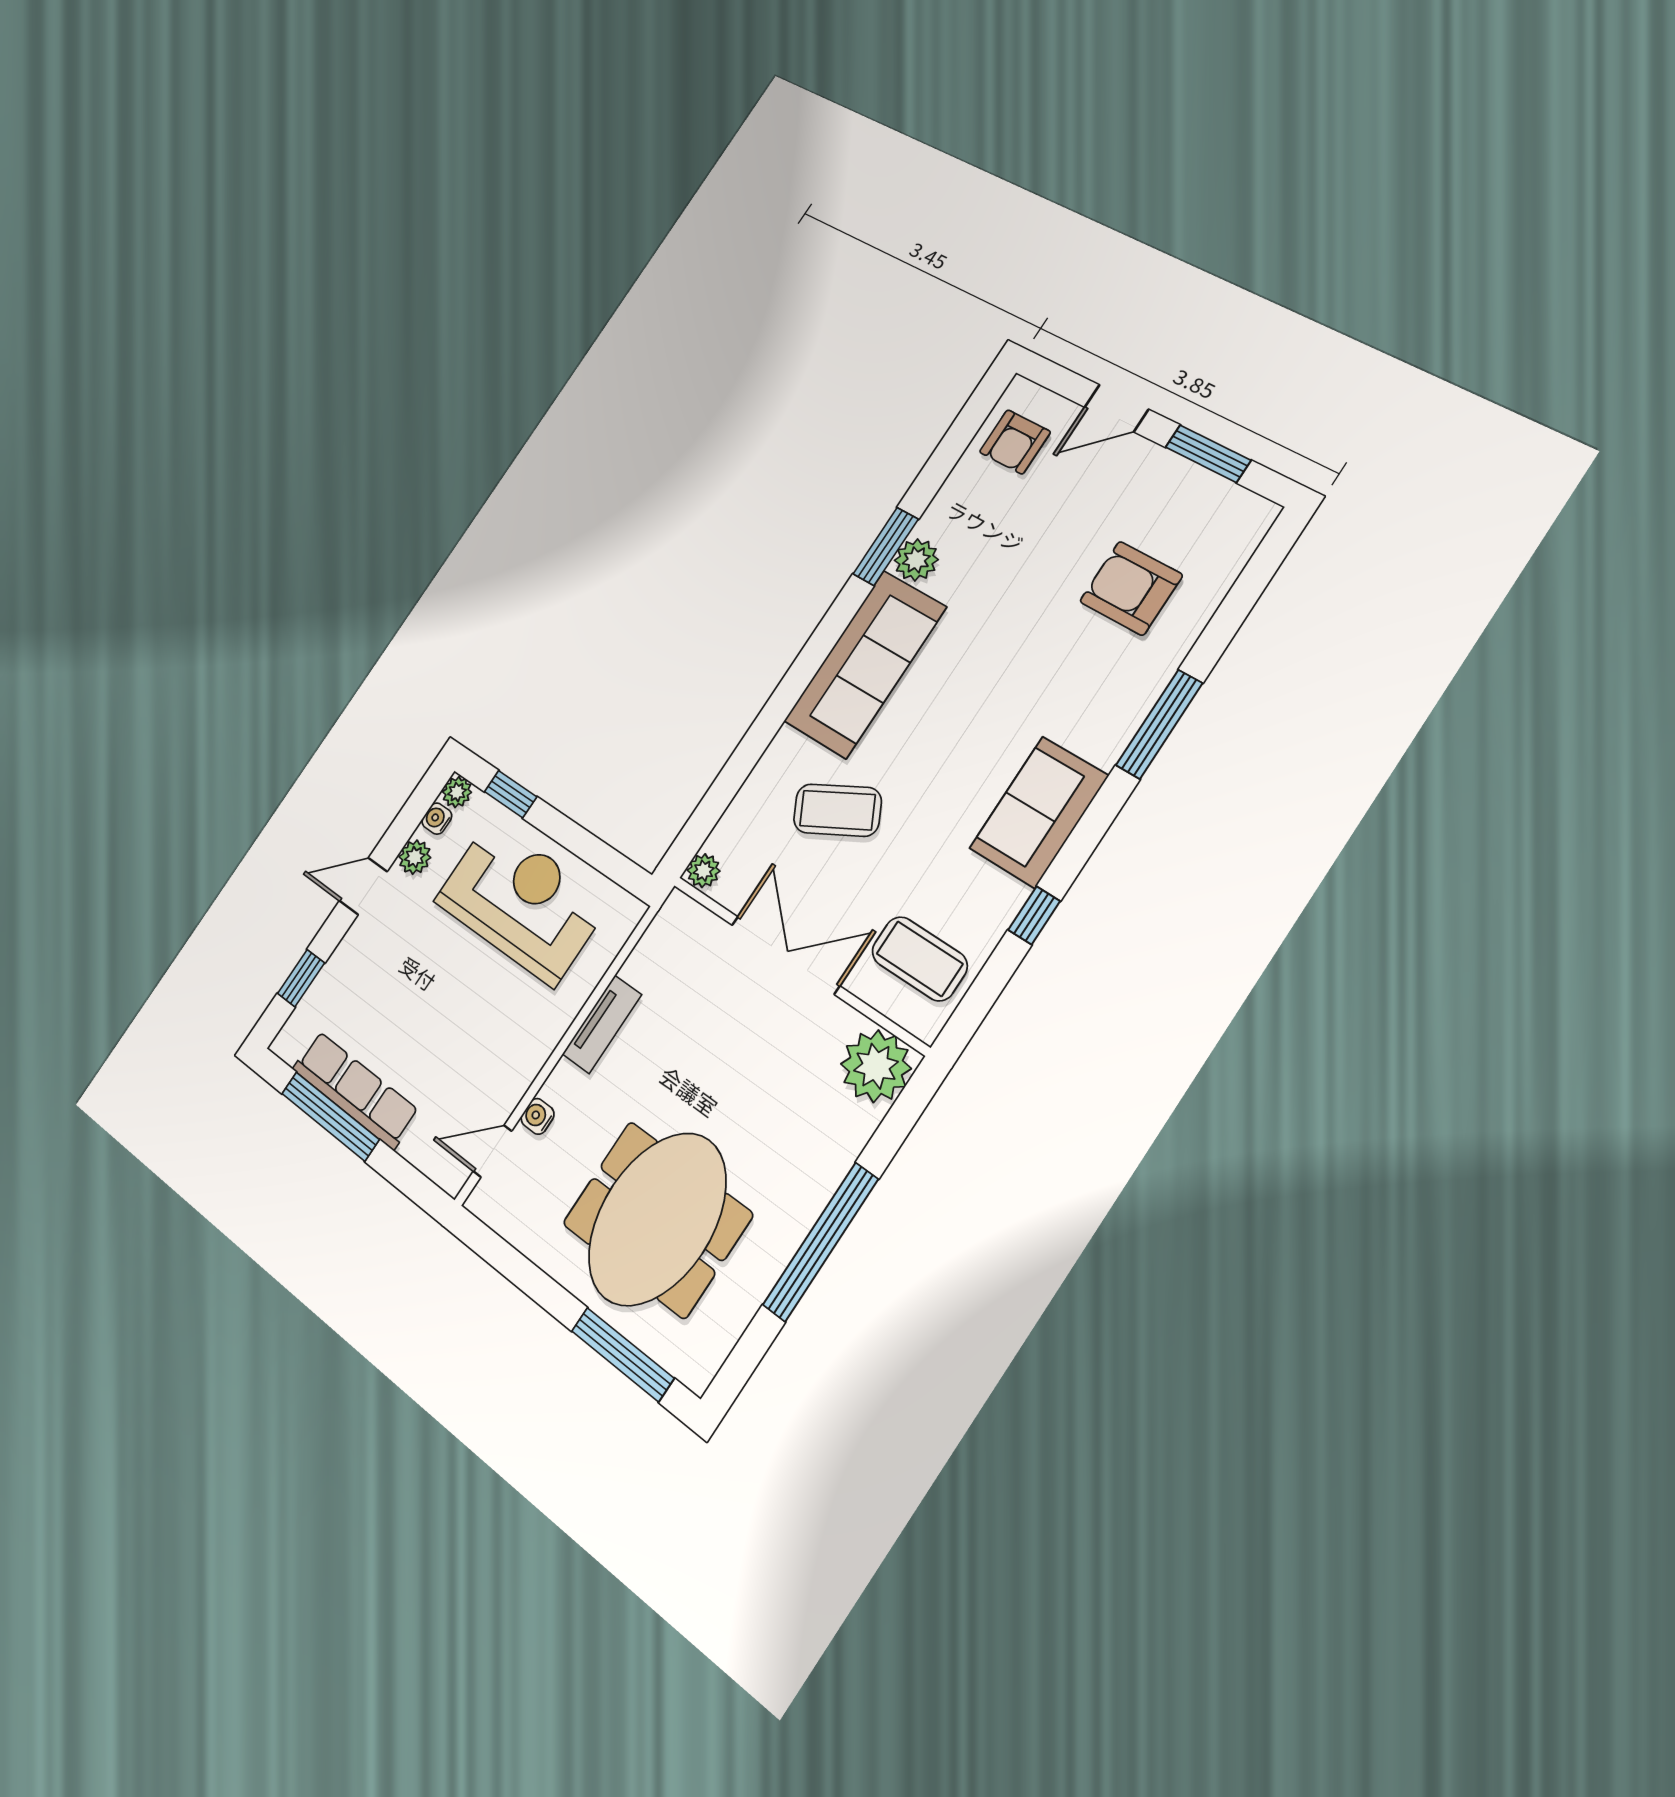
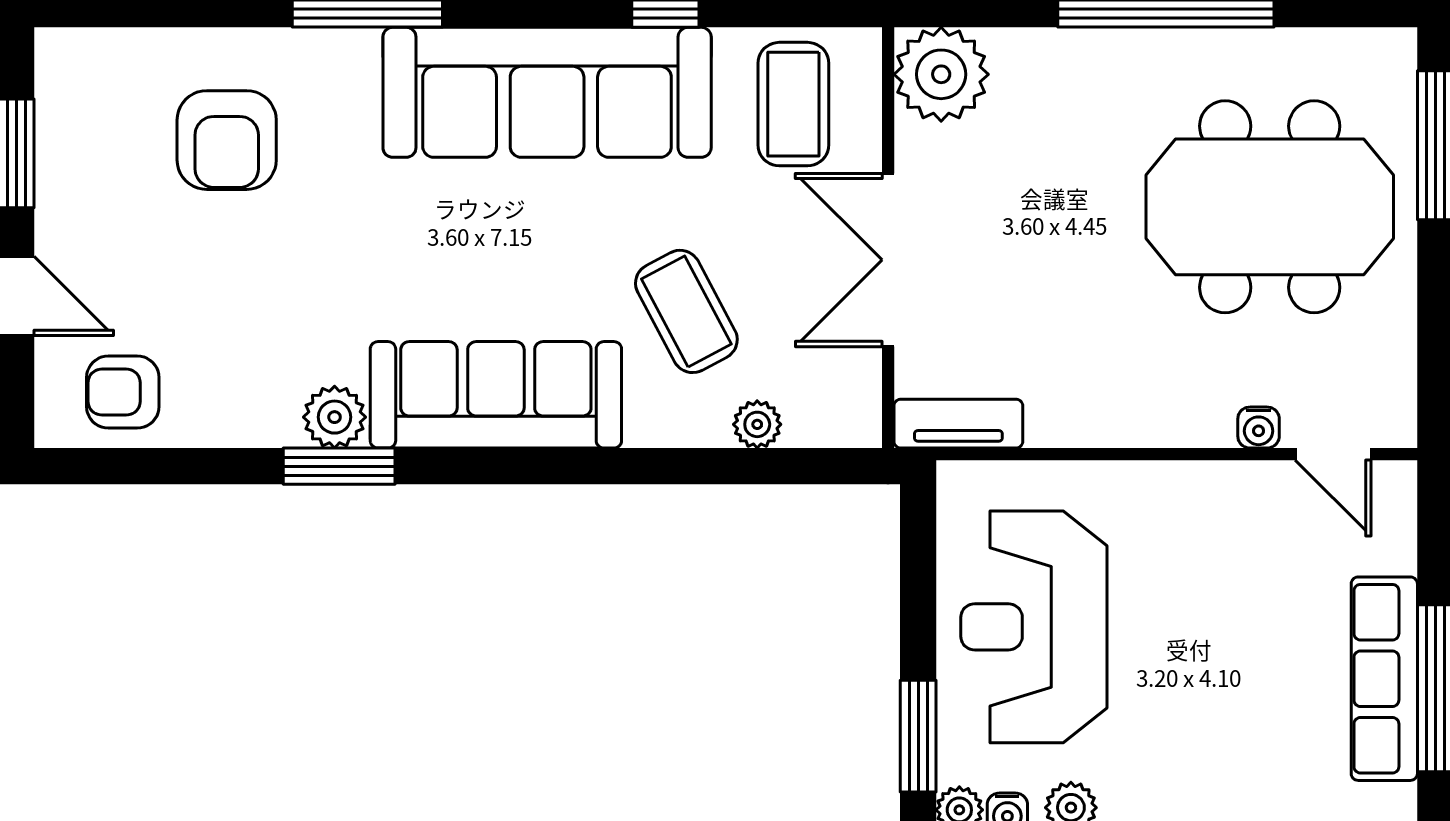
armchair: (1015, 442) -> (123, 392), turned 180
window: (511, 794) -> (918, 736), width x1.50
sofa: (1039, 812) -> (547, 92), width x1.85, depth x1.27
plant: (704, 871) -> (757, 424), moved
tv unit: (602, 1024) -> (958, 424), moved

